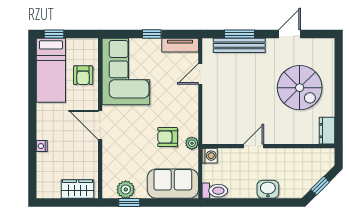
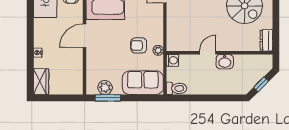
door: (100, 125) -> (85, 36), hinge flipped
wardrobe: (78, 189) -> (41, 82), moved, turned 90
washbasin: (268, 189) -> (225, 62), moved, turned 180
window: (129, 202) -> (108, 98), width x1.50

